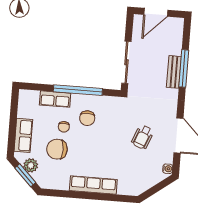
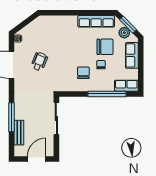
bench: (174, 72) -> (19, 133), moved
window: (78, 90) -> (107, 94), moved
row of seats: (55, 99) -> (126, 86), moved
row of seats: (93, 185) -> (96, 21), moved

